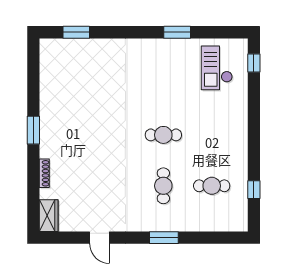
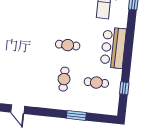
bar counter: (231, 132) -> (113, 48), added
window: (164, 238) -> (76, 115), moved

